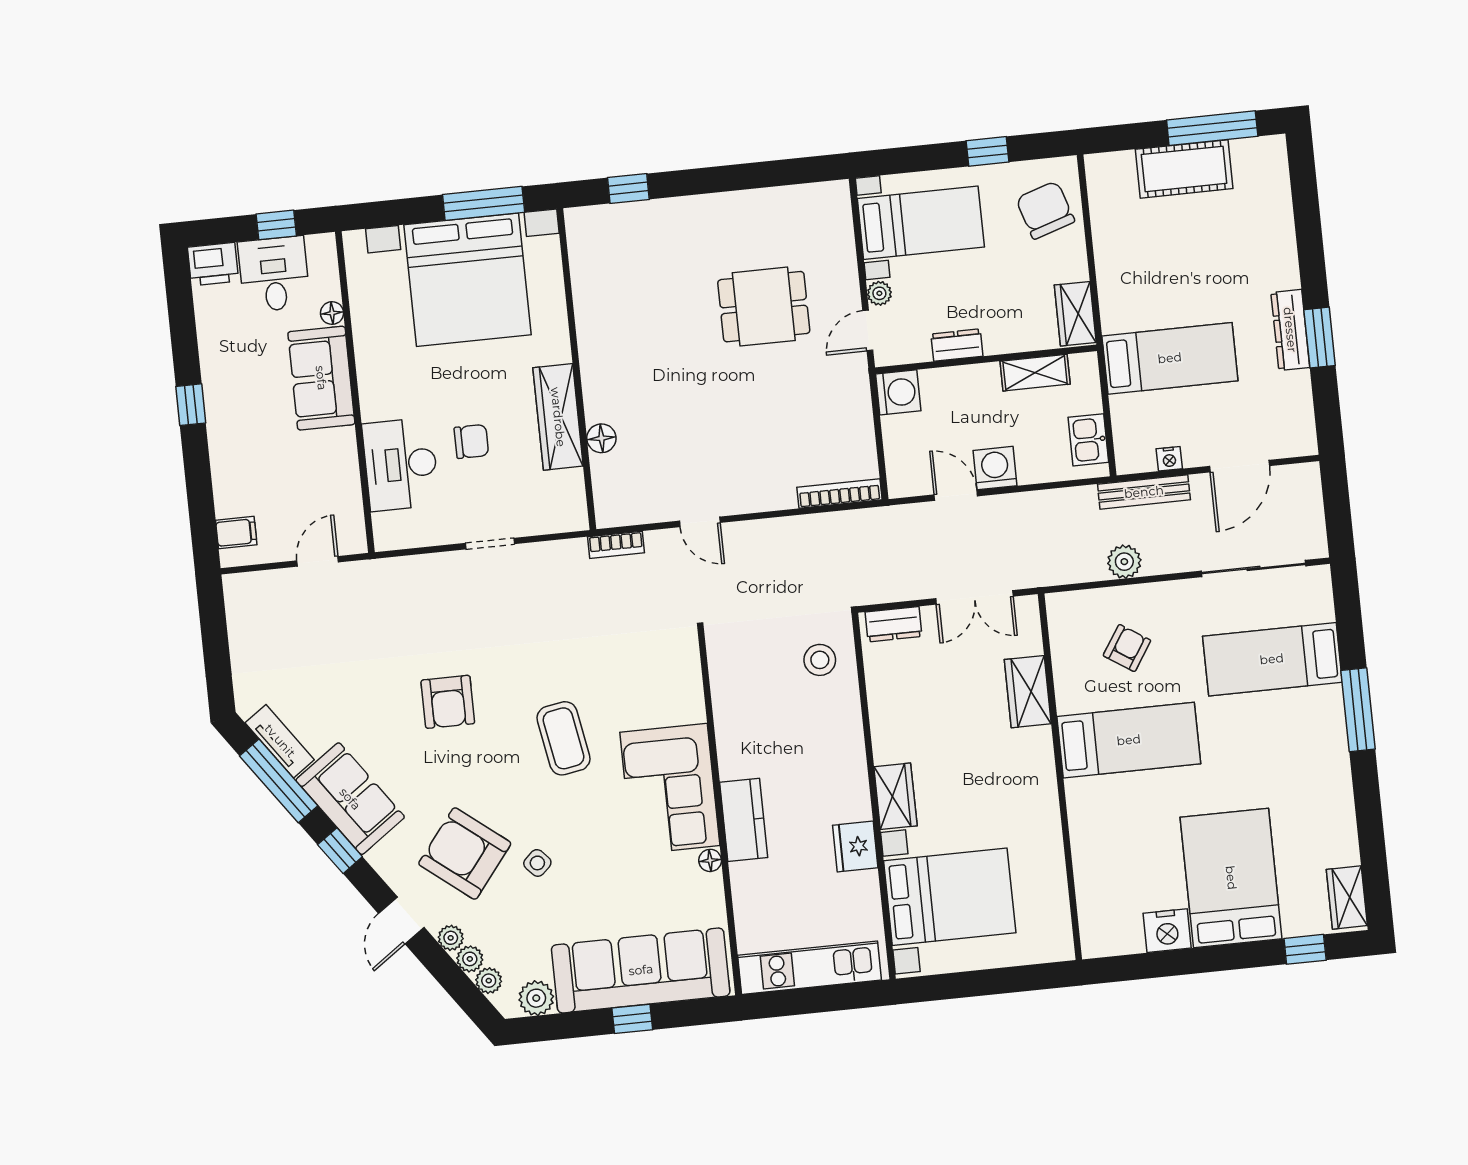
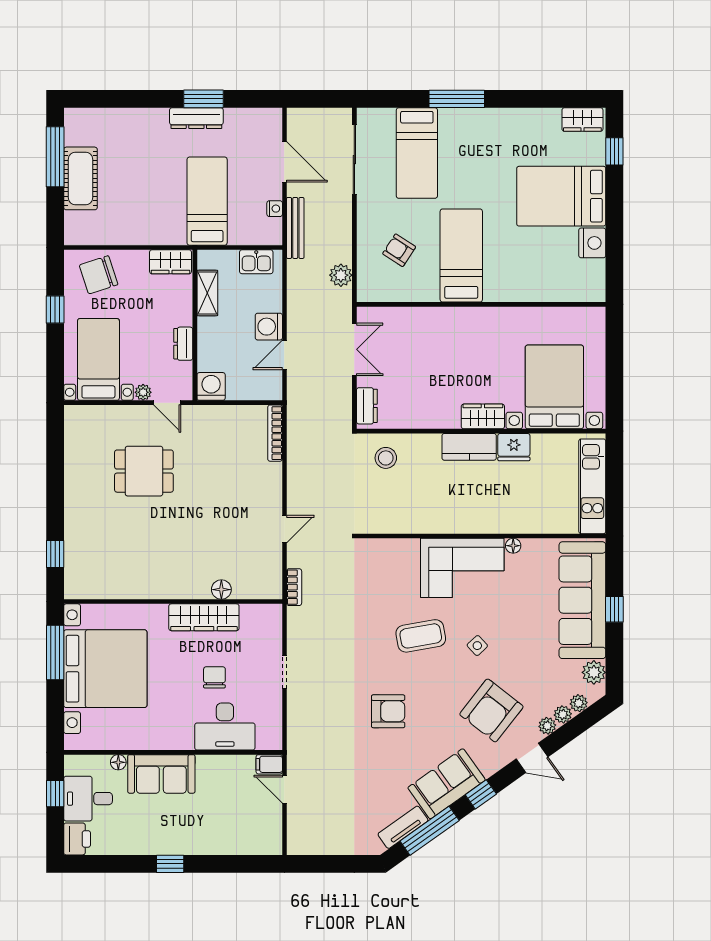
dining table: (764, 307) -> (144, 471), turned 90
filing cabinet: (236, 533) -> (269, 764), moved, turned -90
plant: (1124, 562) -> (341, 275), moved
wardrobe: (1028, 692) -> (422, 320), removed
kitchen counter: (744, 820) -> (469, 447), moved, turned 180
side table: (537, 863) -> (477, 646), moved

